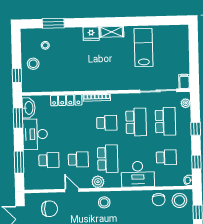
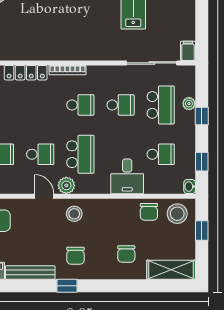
plant: (186, 103) -> (189, 104), moved
school desk: (136, 122) -> (121, 105), width x0.54
desk: (138, 174) -> (127, 176), width x0.73
door: (72, 190) -> (44, 196), moved

